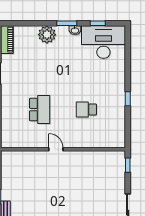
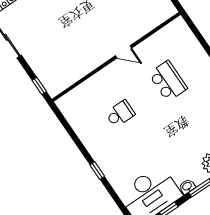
window: (128, 99) -> (97, 171), moved
school desk: (40, 110) -> (168, 81), turned 180

